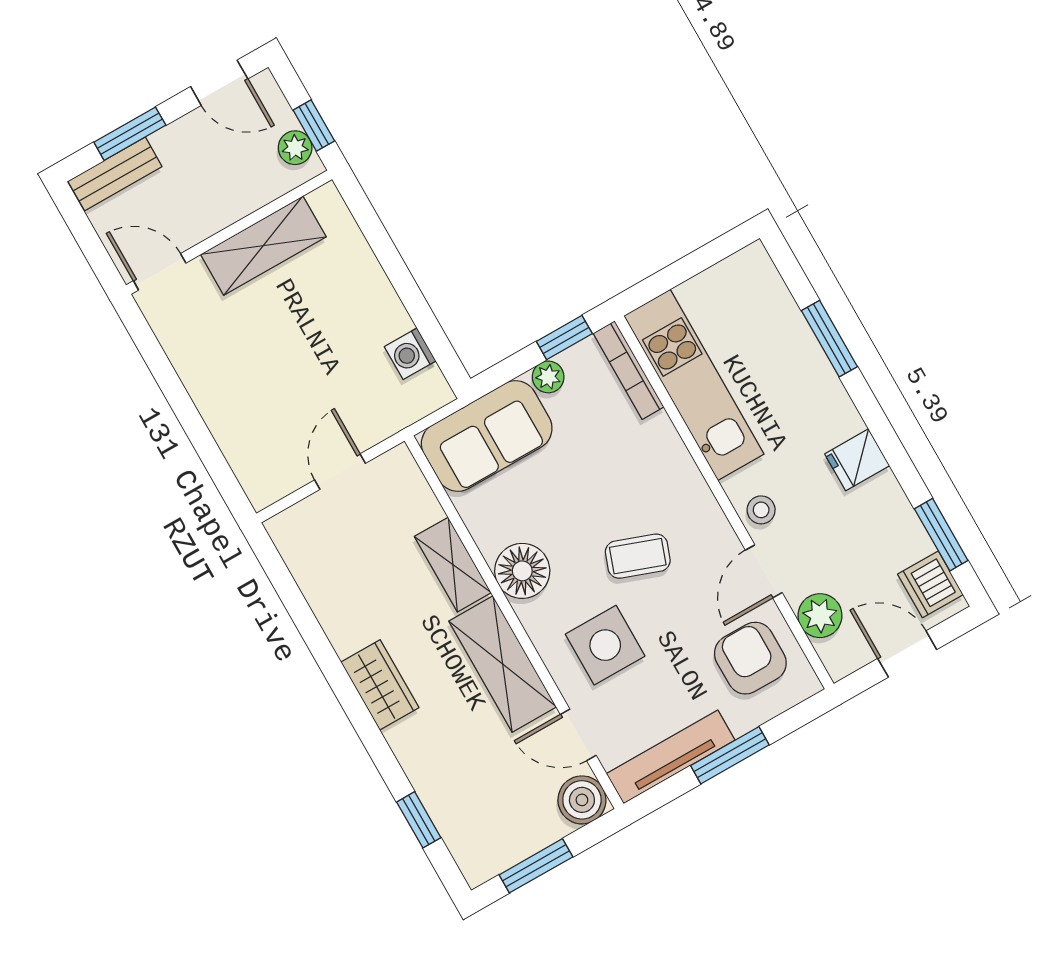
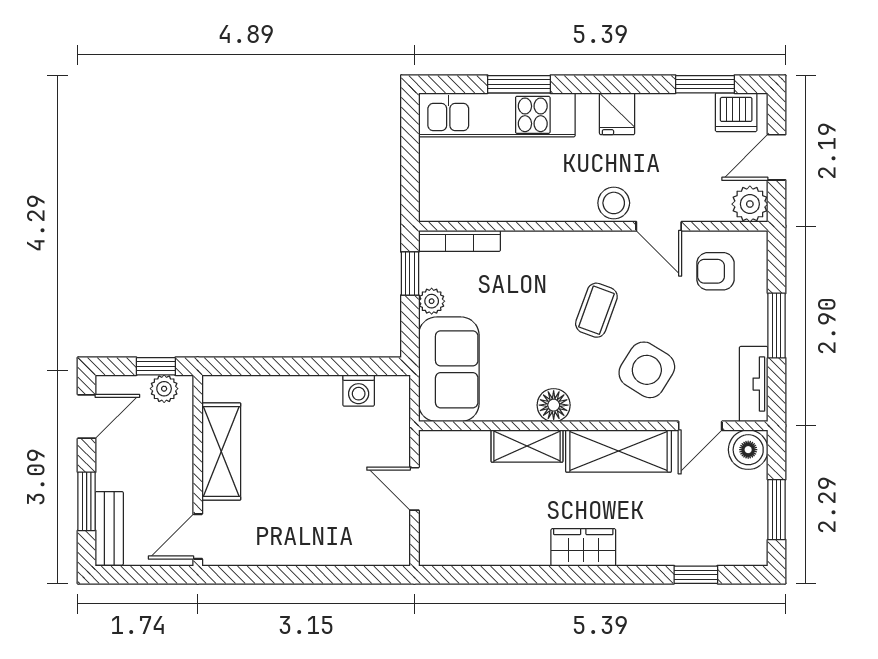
kitchen unit: (694, 385) -> (497, 115), moved, turned 180
stool: (761, 510) -> (614, 203), width x1.37, depth x1.37
floor lamp: (522, 571) -> (554, 405), width x0.73, depth x0.73
plant: (820, 616) -> (750, 204), moved
side table: (605, 645) -> (647, 370), turned 32
armchair: (750, 658) -> (715, 271), width x0.72, depth x0.72
tv unit: (671, 757) -> (754, 384), width x0.71

